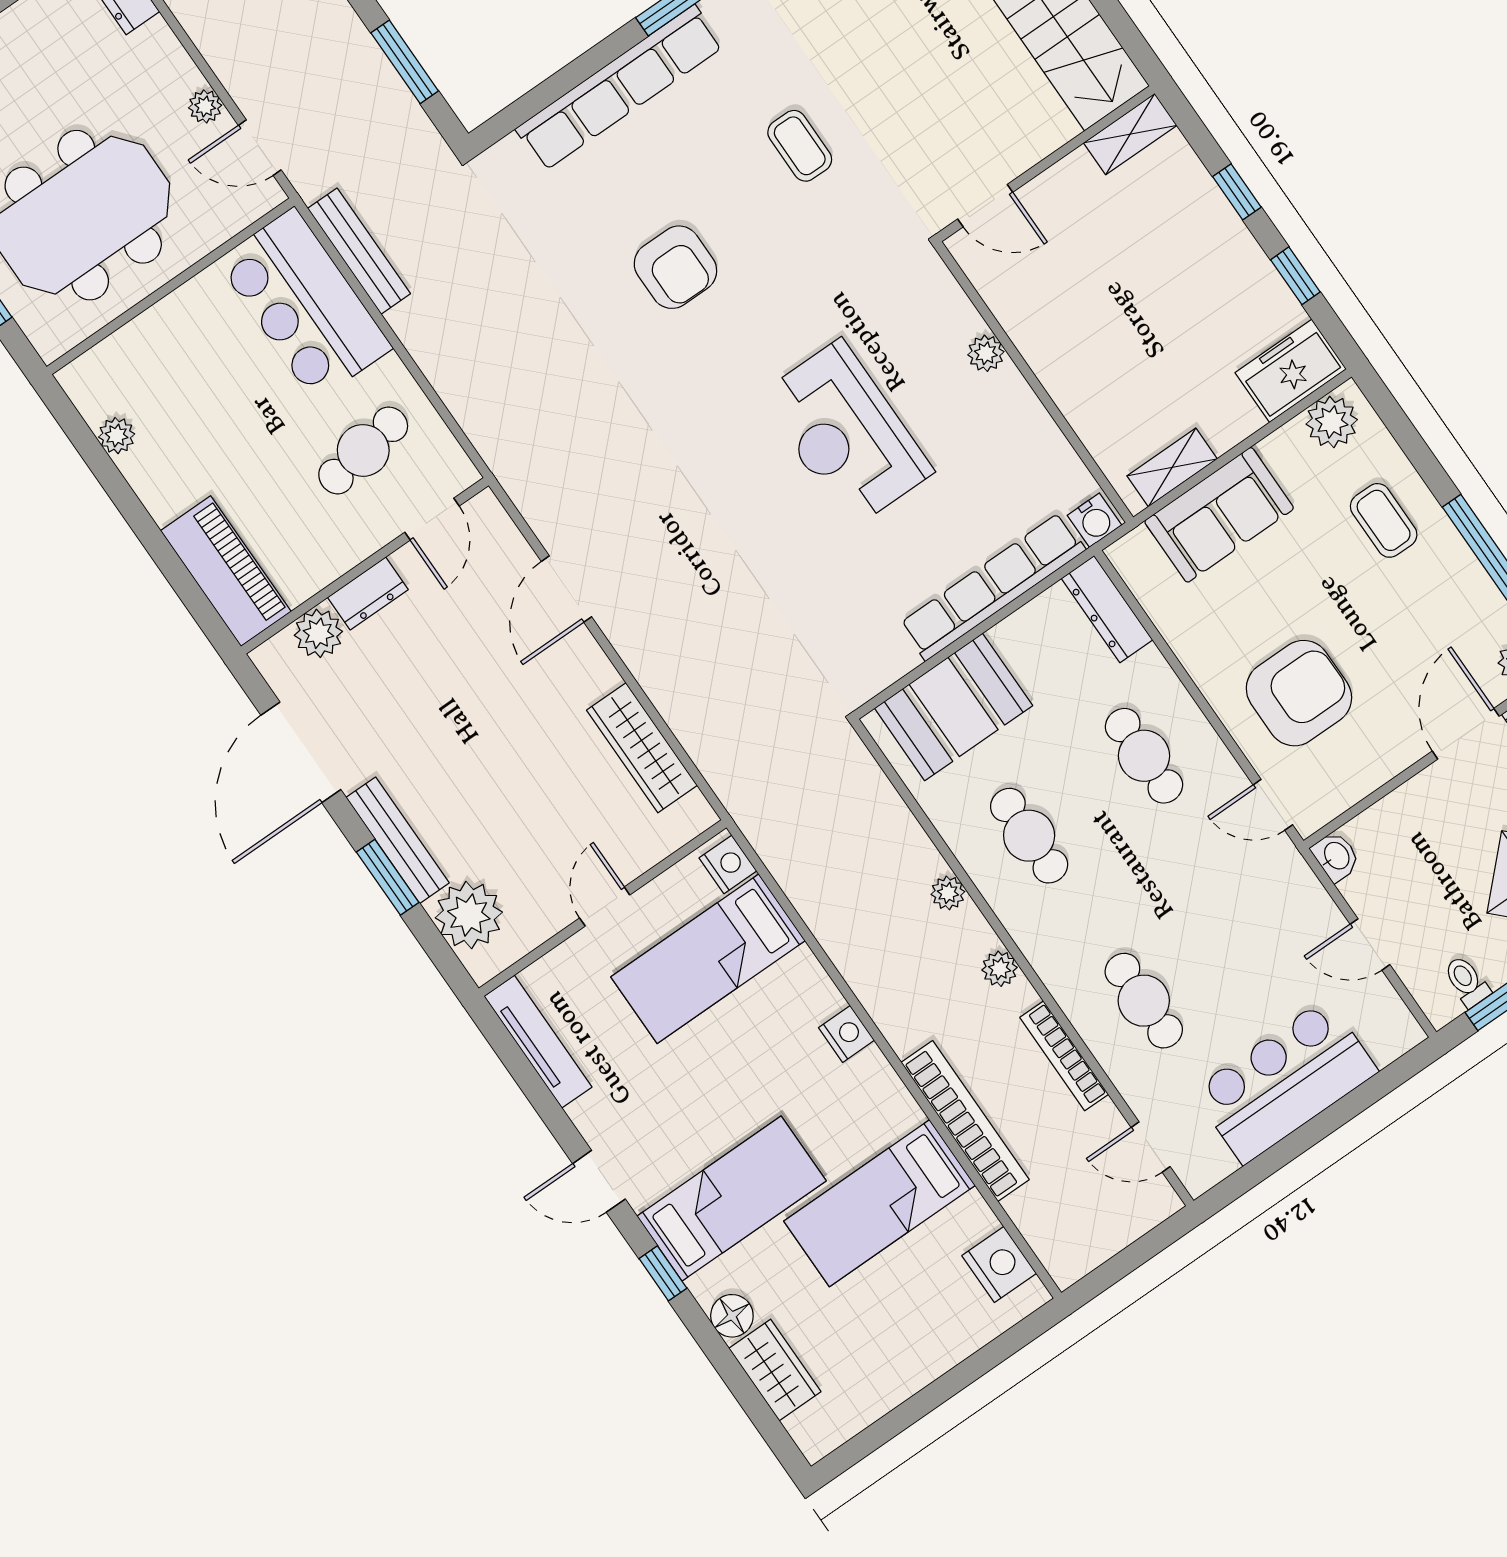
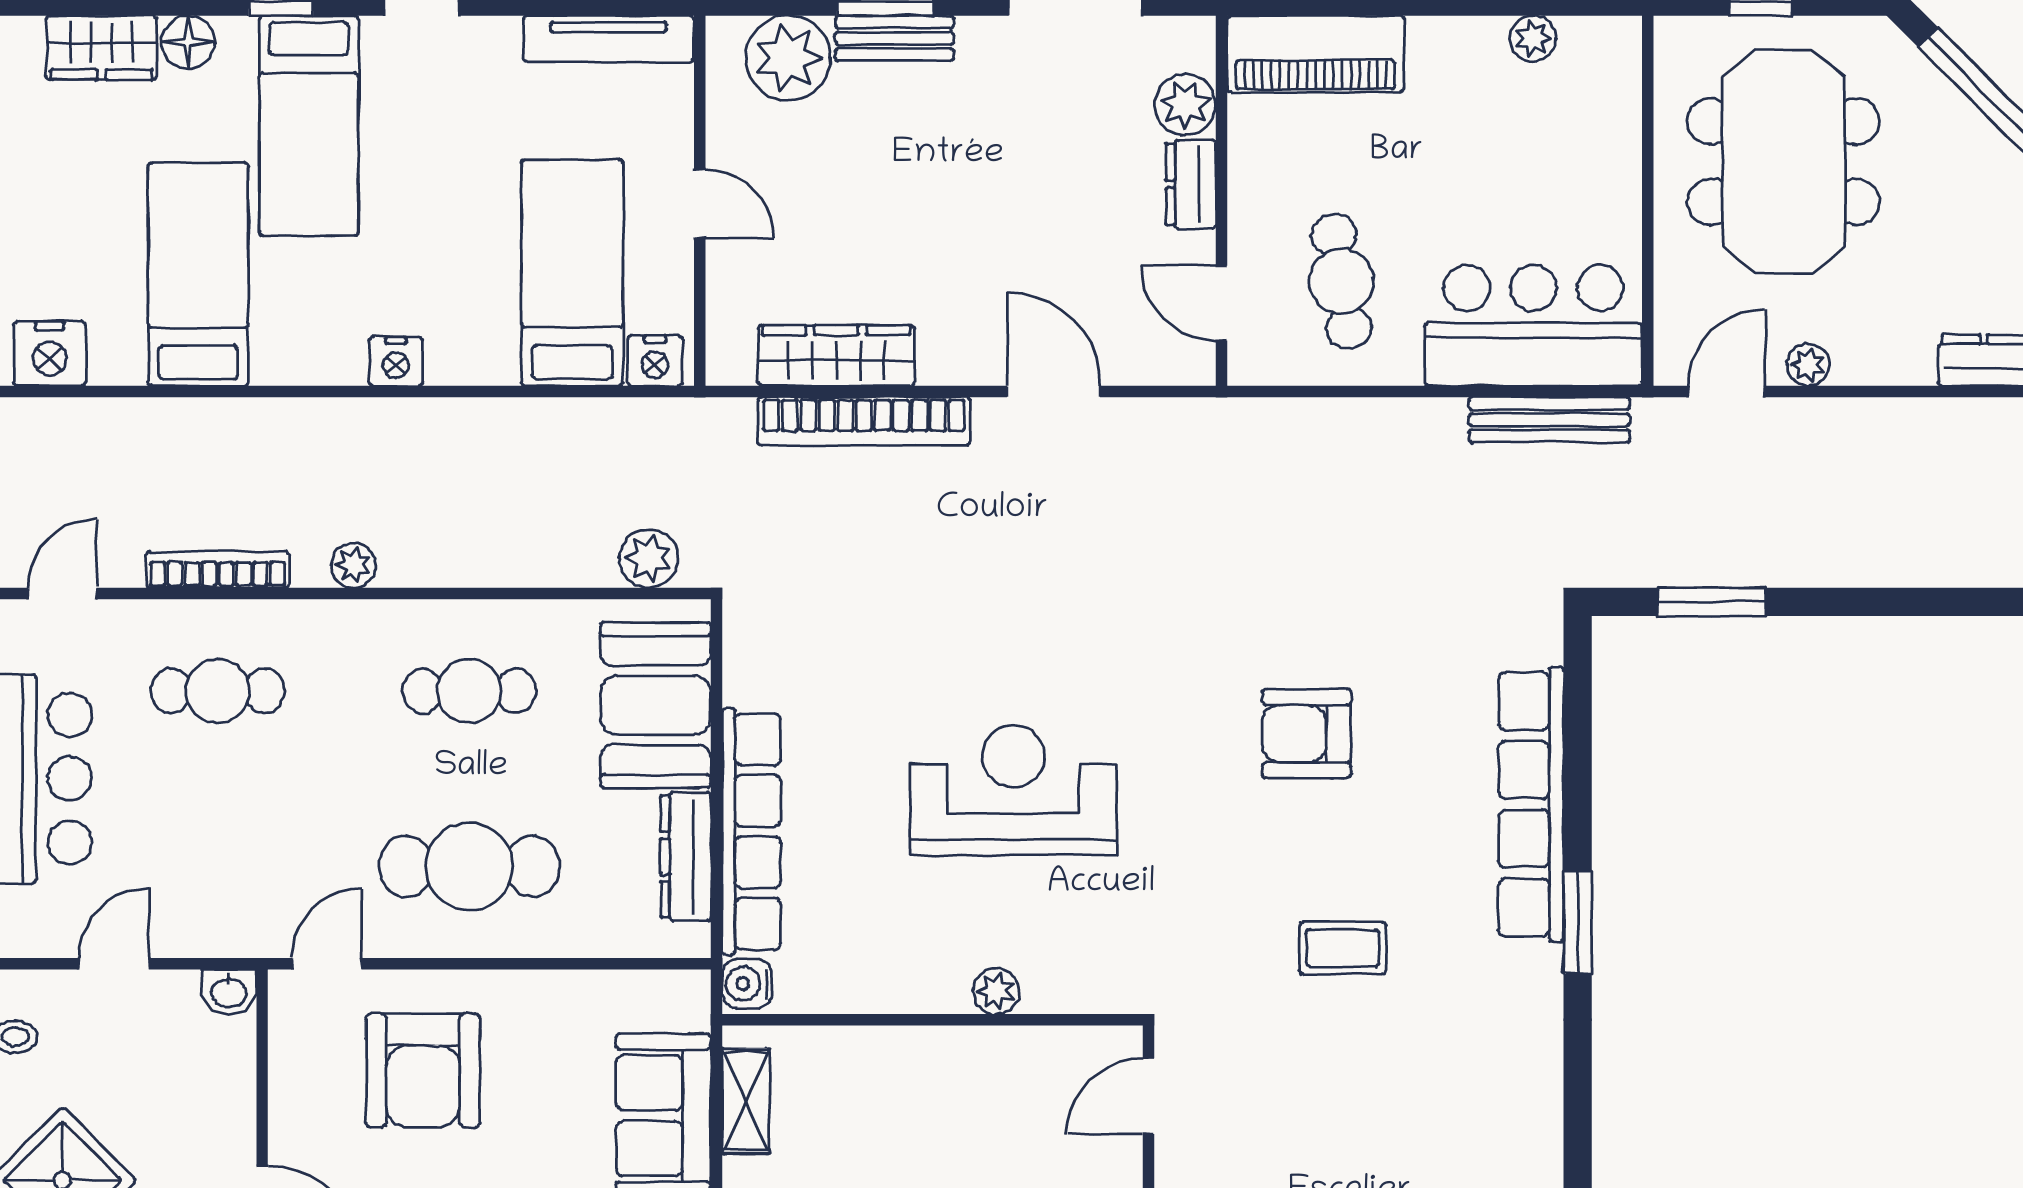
dresser: (1107, 609) -> (686, 857), moved, turned -90
cafe table: (1144, 756) -> (469, 866), width x1.37, depth x1.35
bench: (398, 840) -> (894, 38), width x0.73
plant: (948, 893) -> (649, 558), moved, width x1.38, depth x1.38
bookcase: (965, 1121) -> (864, 421), moved

